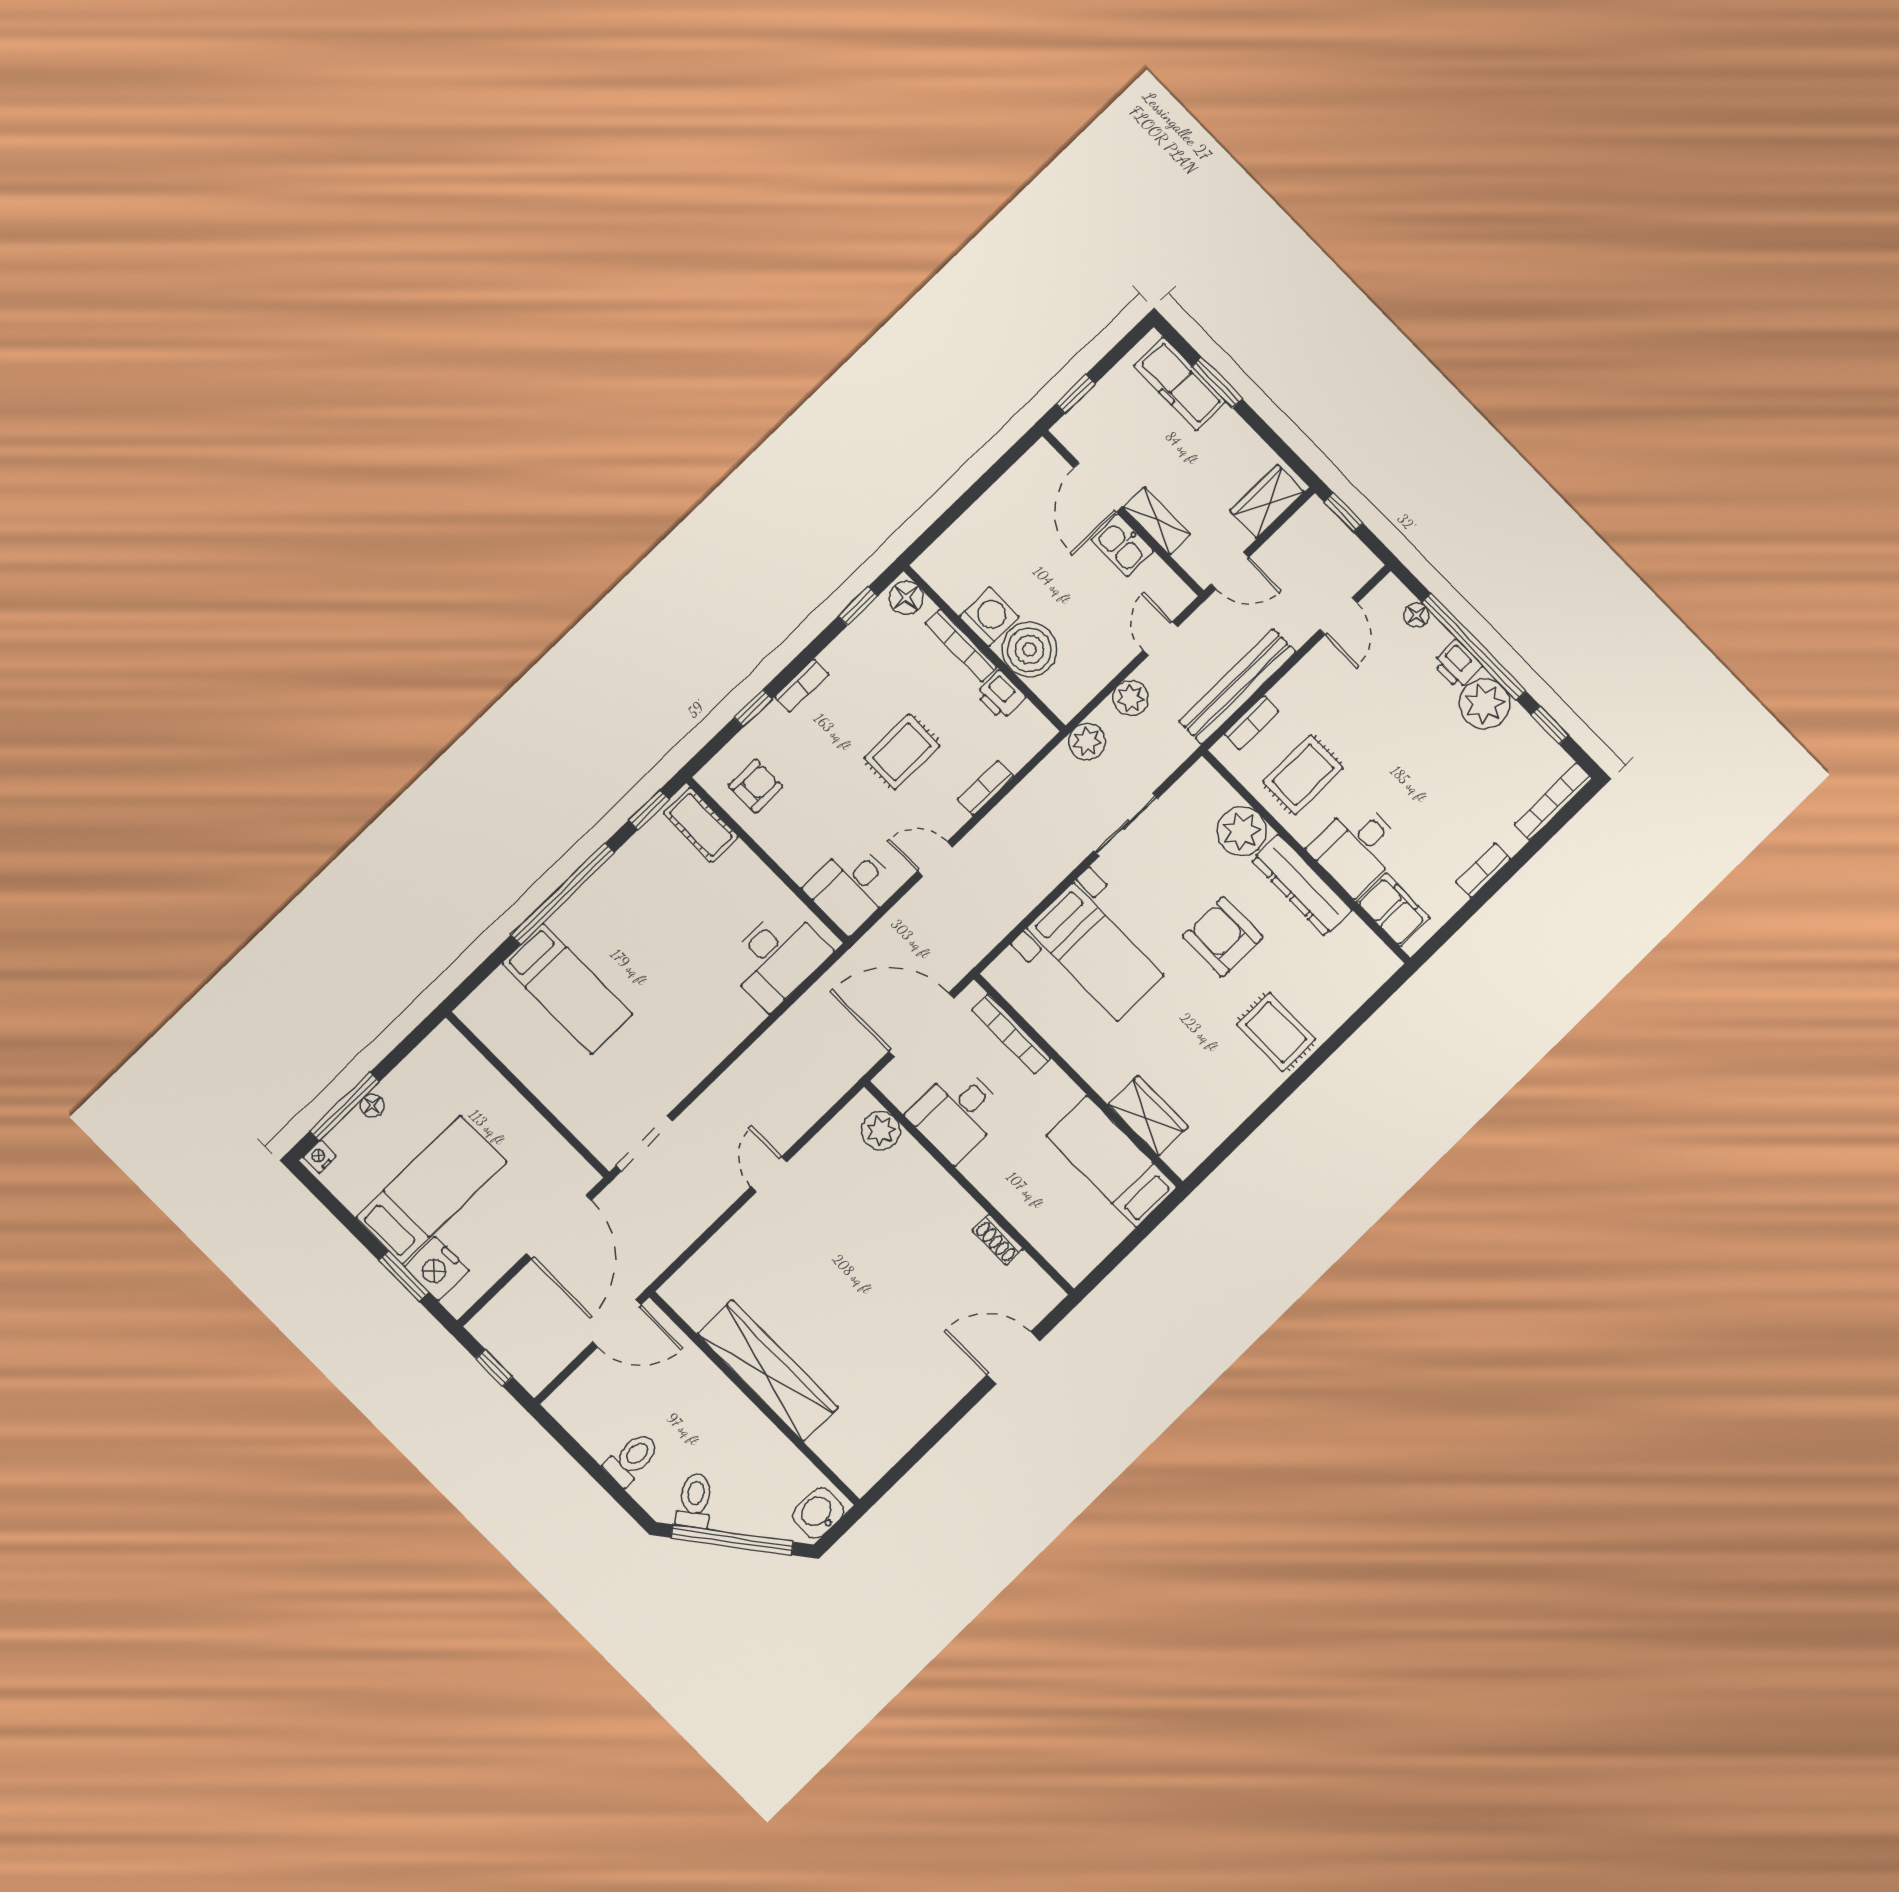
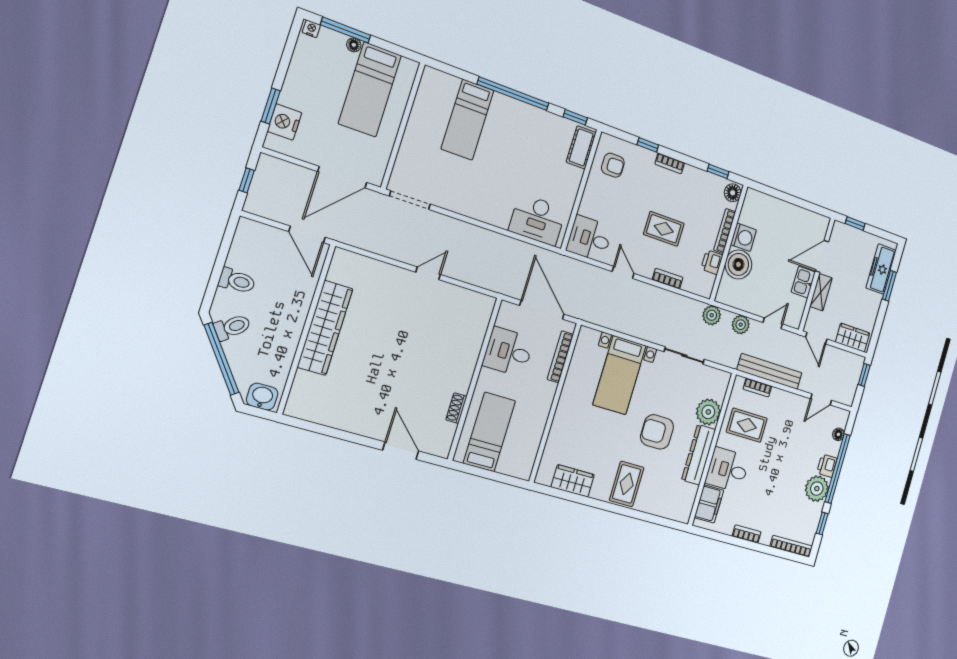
armchair: (1223, 937) -> (657, 432), turned -90
wardrobe: (1148, 1116) -> (573, 481), moved, turned -90
plant: (881, 1131) -> (480, 318), removed
bed: (1112, 1161) -> (489, 432), moved
bed: (431, 1190) -> (370, 89), moved, turned 90

